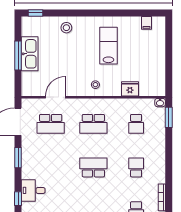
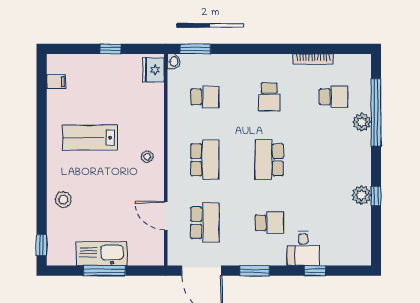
window: (169, 60) -> (111, 49), added
fridge: (130, 89) -> (153, 70), moved
school desk: (51, 167) -> (269, 223), added
school desk: (136, 167) -> (269, 97), turned -90

